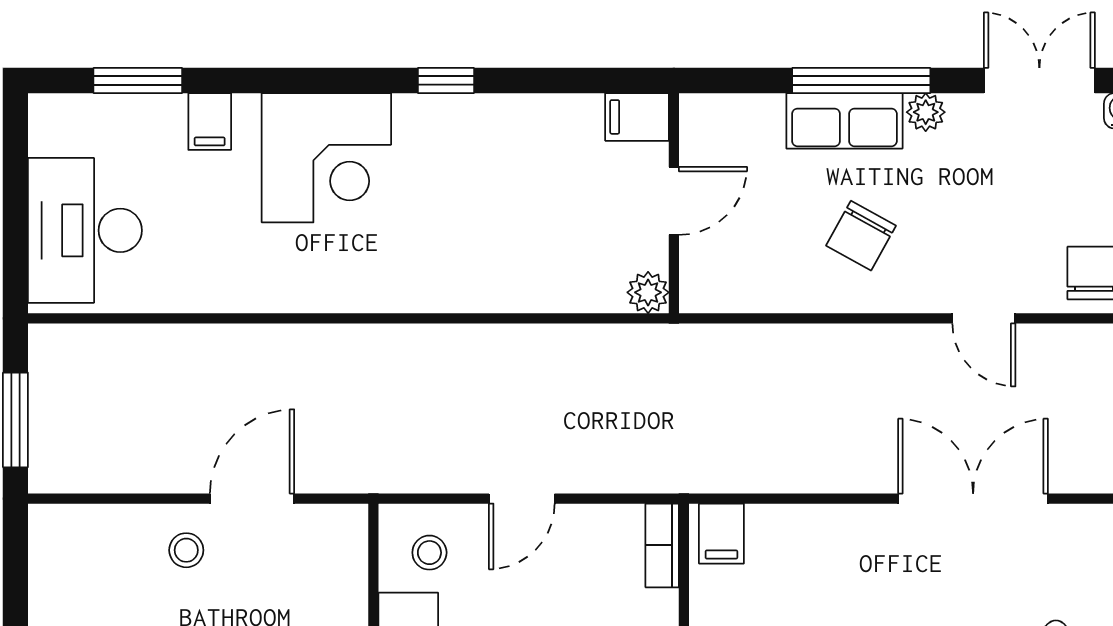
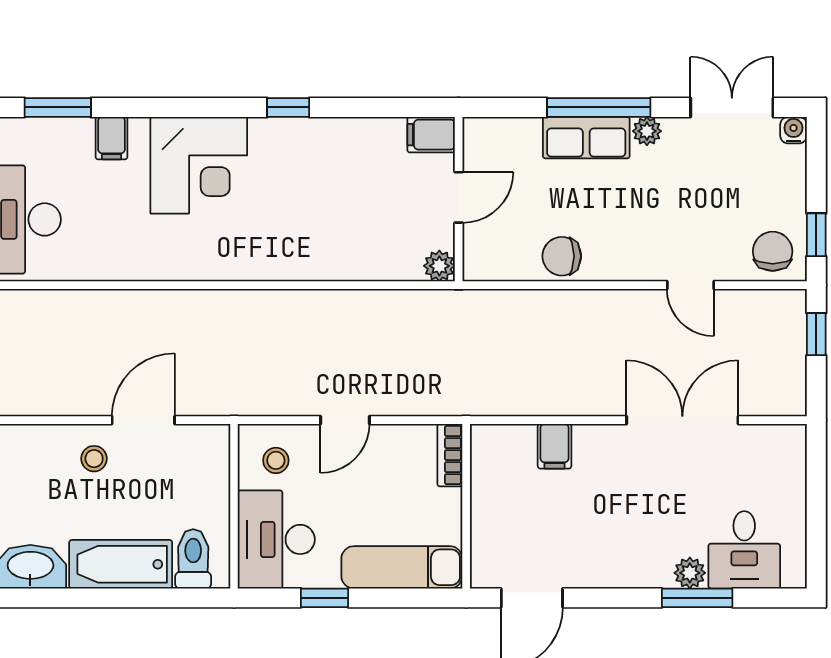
chair: (861, 236) -> (562, 256), moved, turned 61
filing cabinet: (721, 534) -> (555, 446), moved

